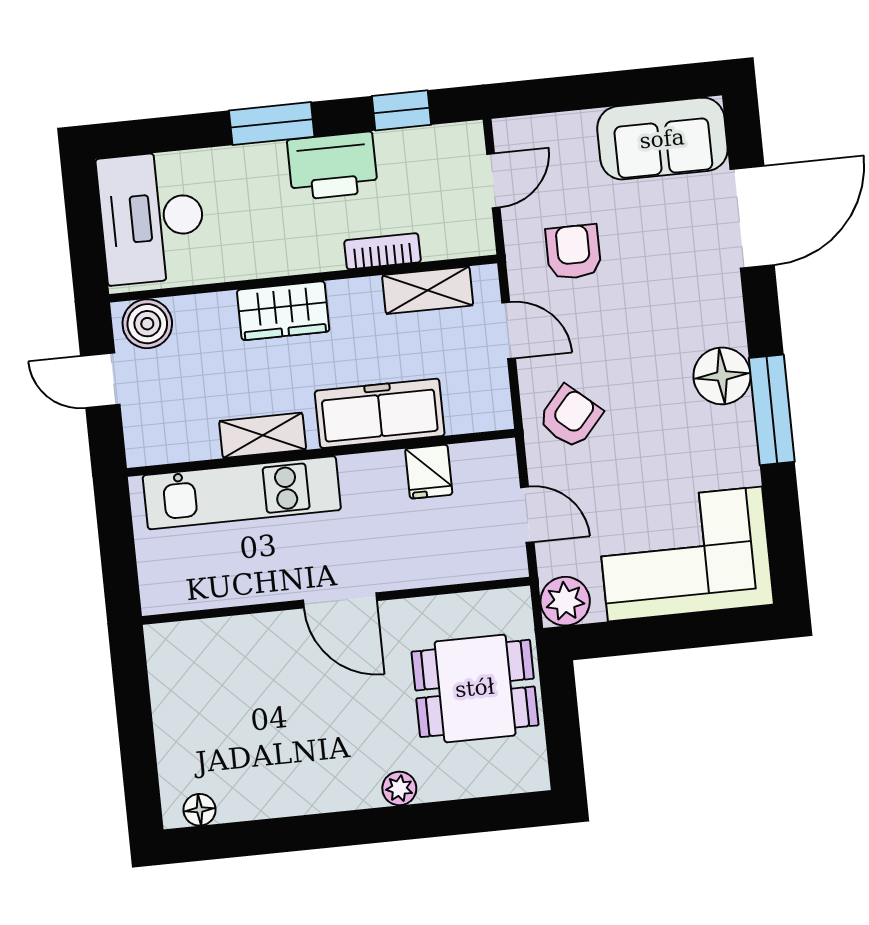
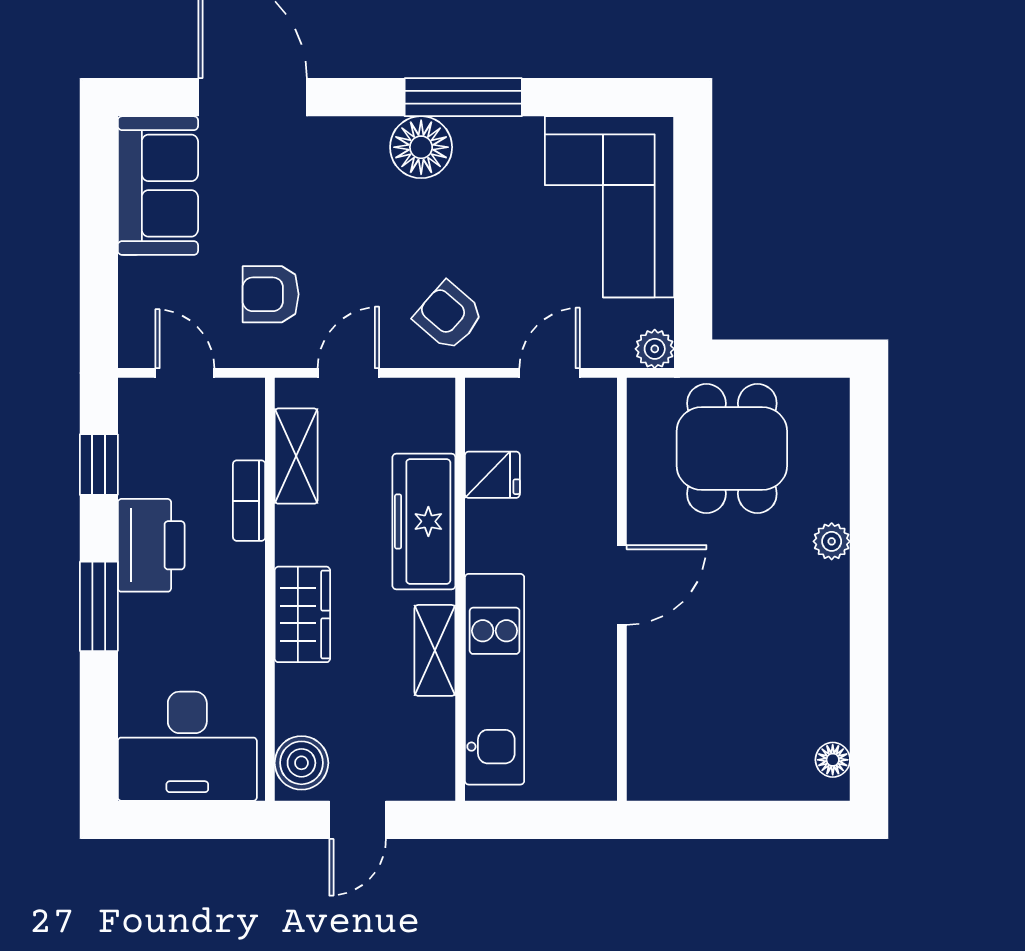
plant: (565, 601) -> (655, 349), width x0.73, depth x0.73

